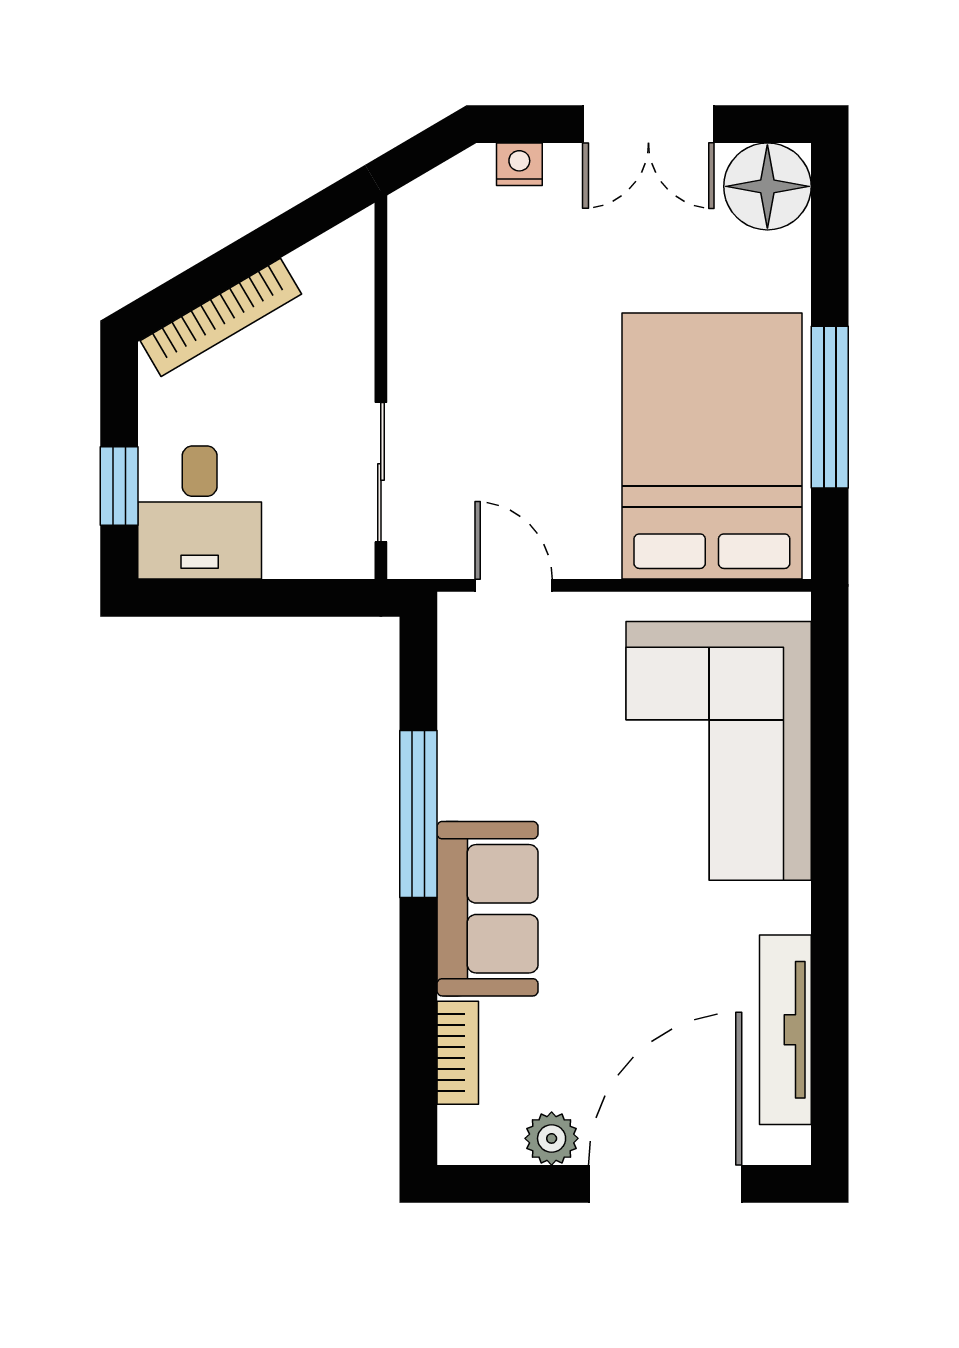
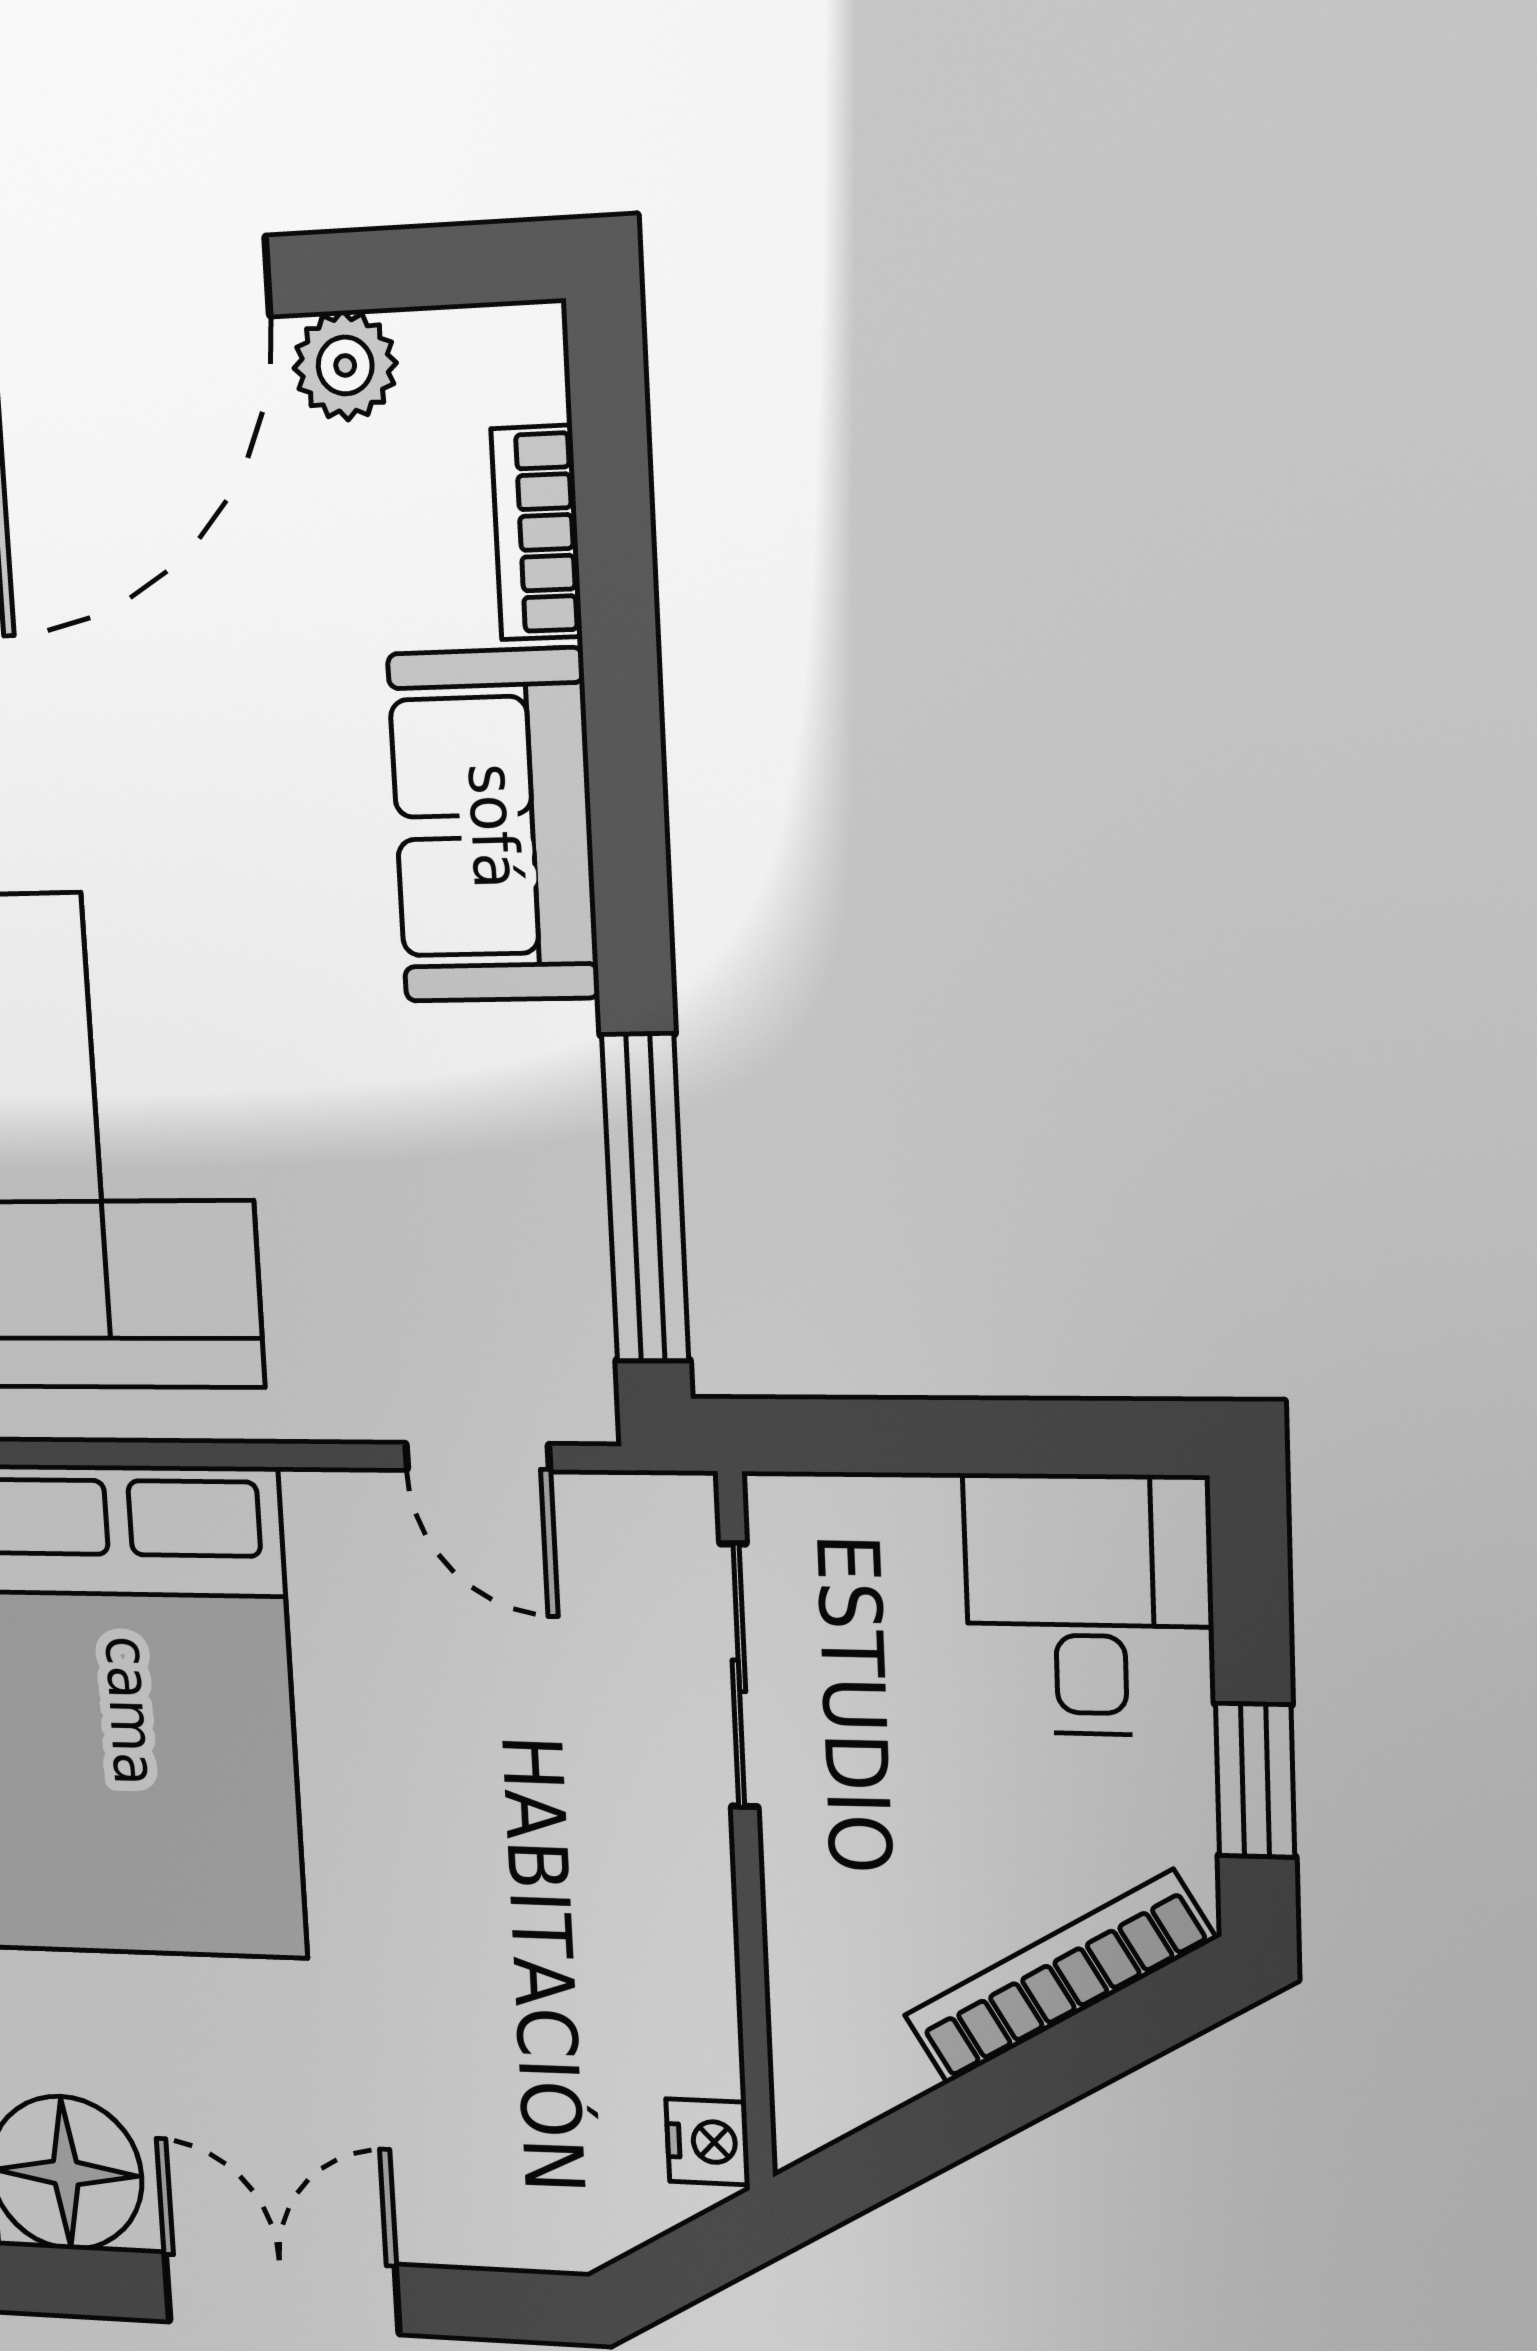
nightstand: (519, 164) -> (708, 2142), moved, turned -90
window: (119, 486) -> (1255, 1780), moved
window: (418, 814) -> (645, 1198), moved

